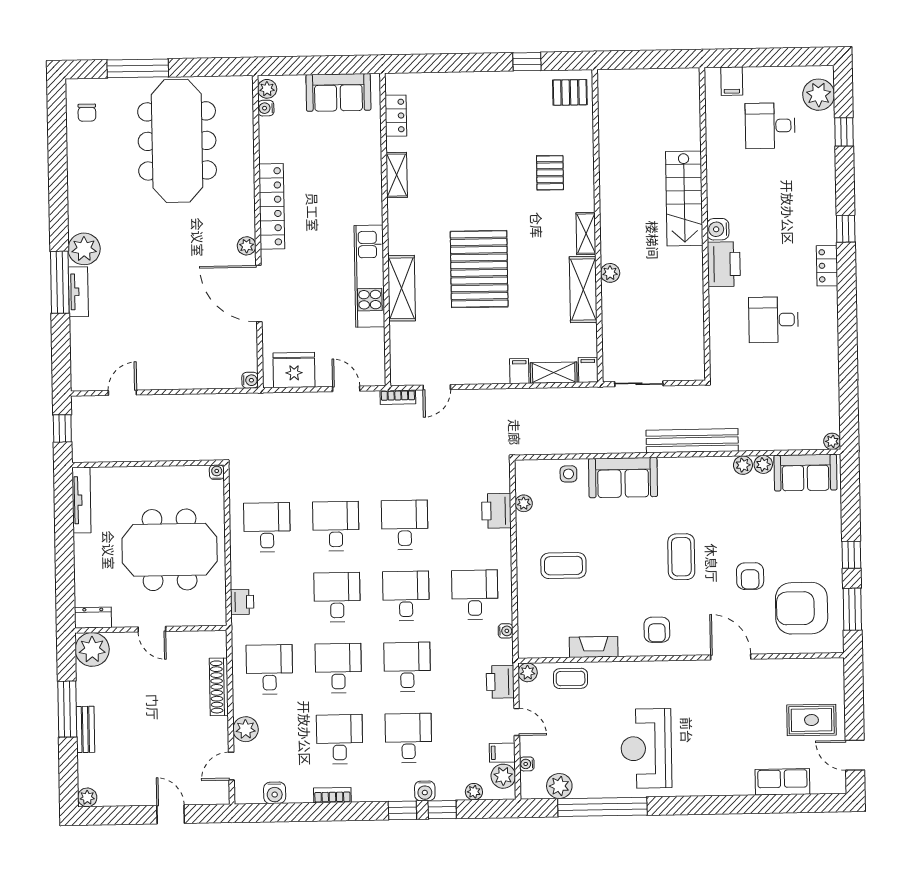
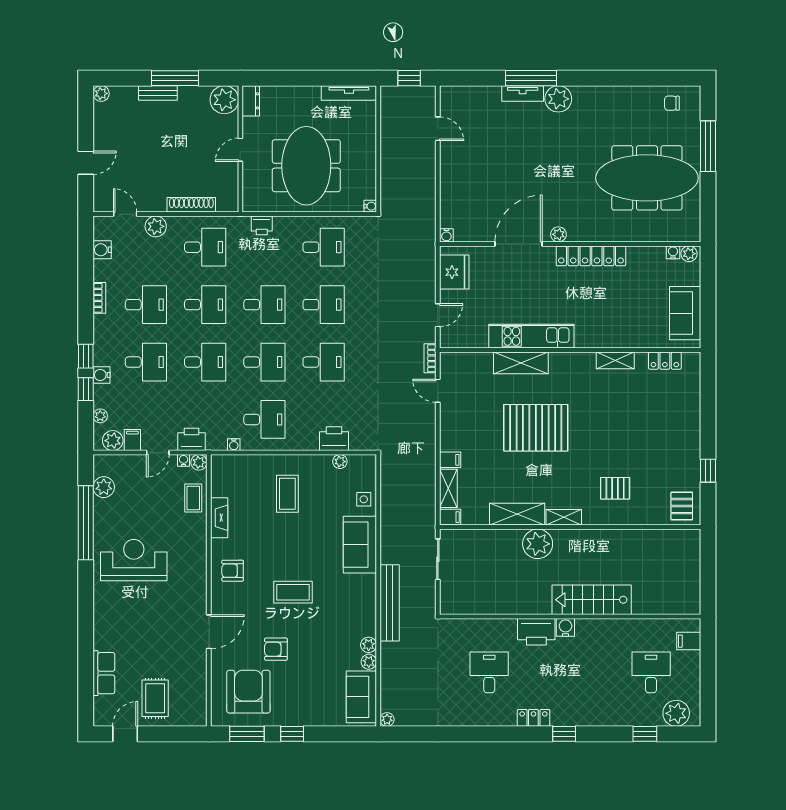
plant: (610, 273) -> (538, 544), width x1.88, depth x1.88
water cooler: (527, 764) -> (184, 460), moved

